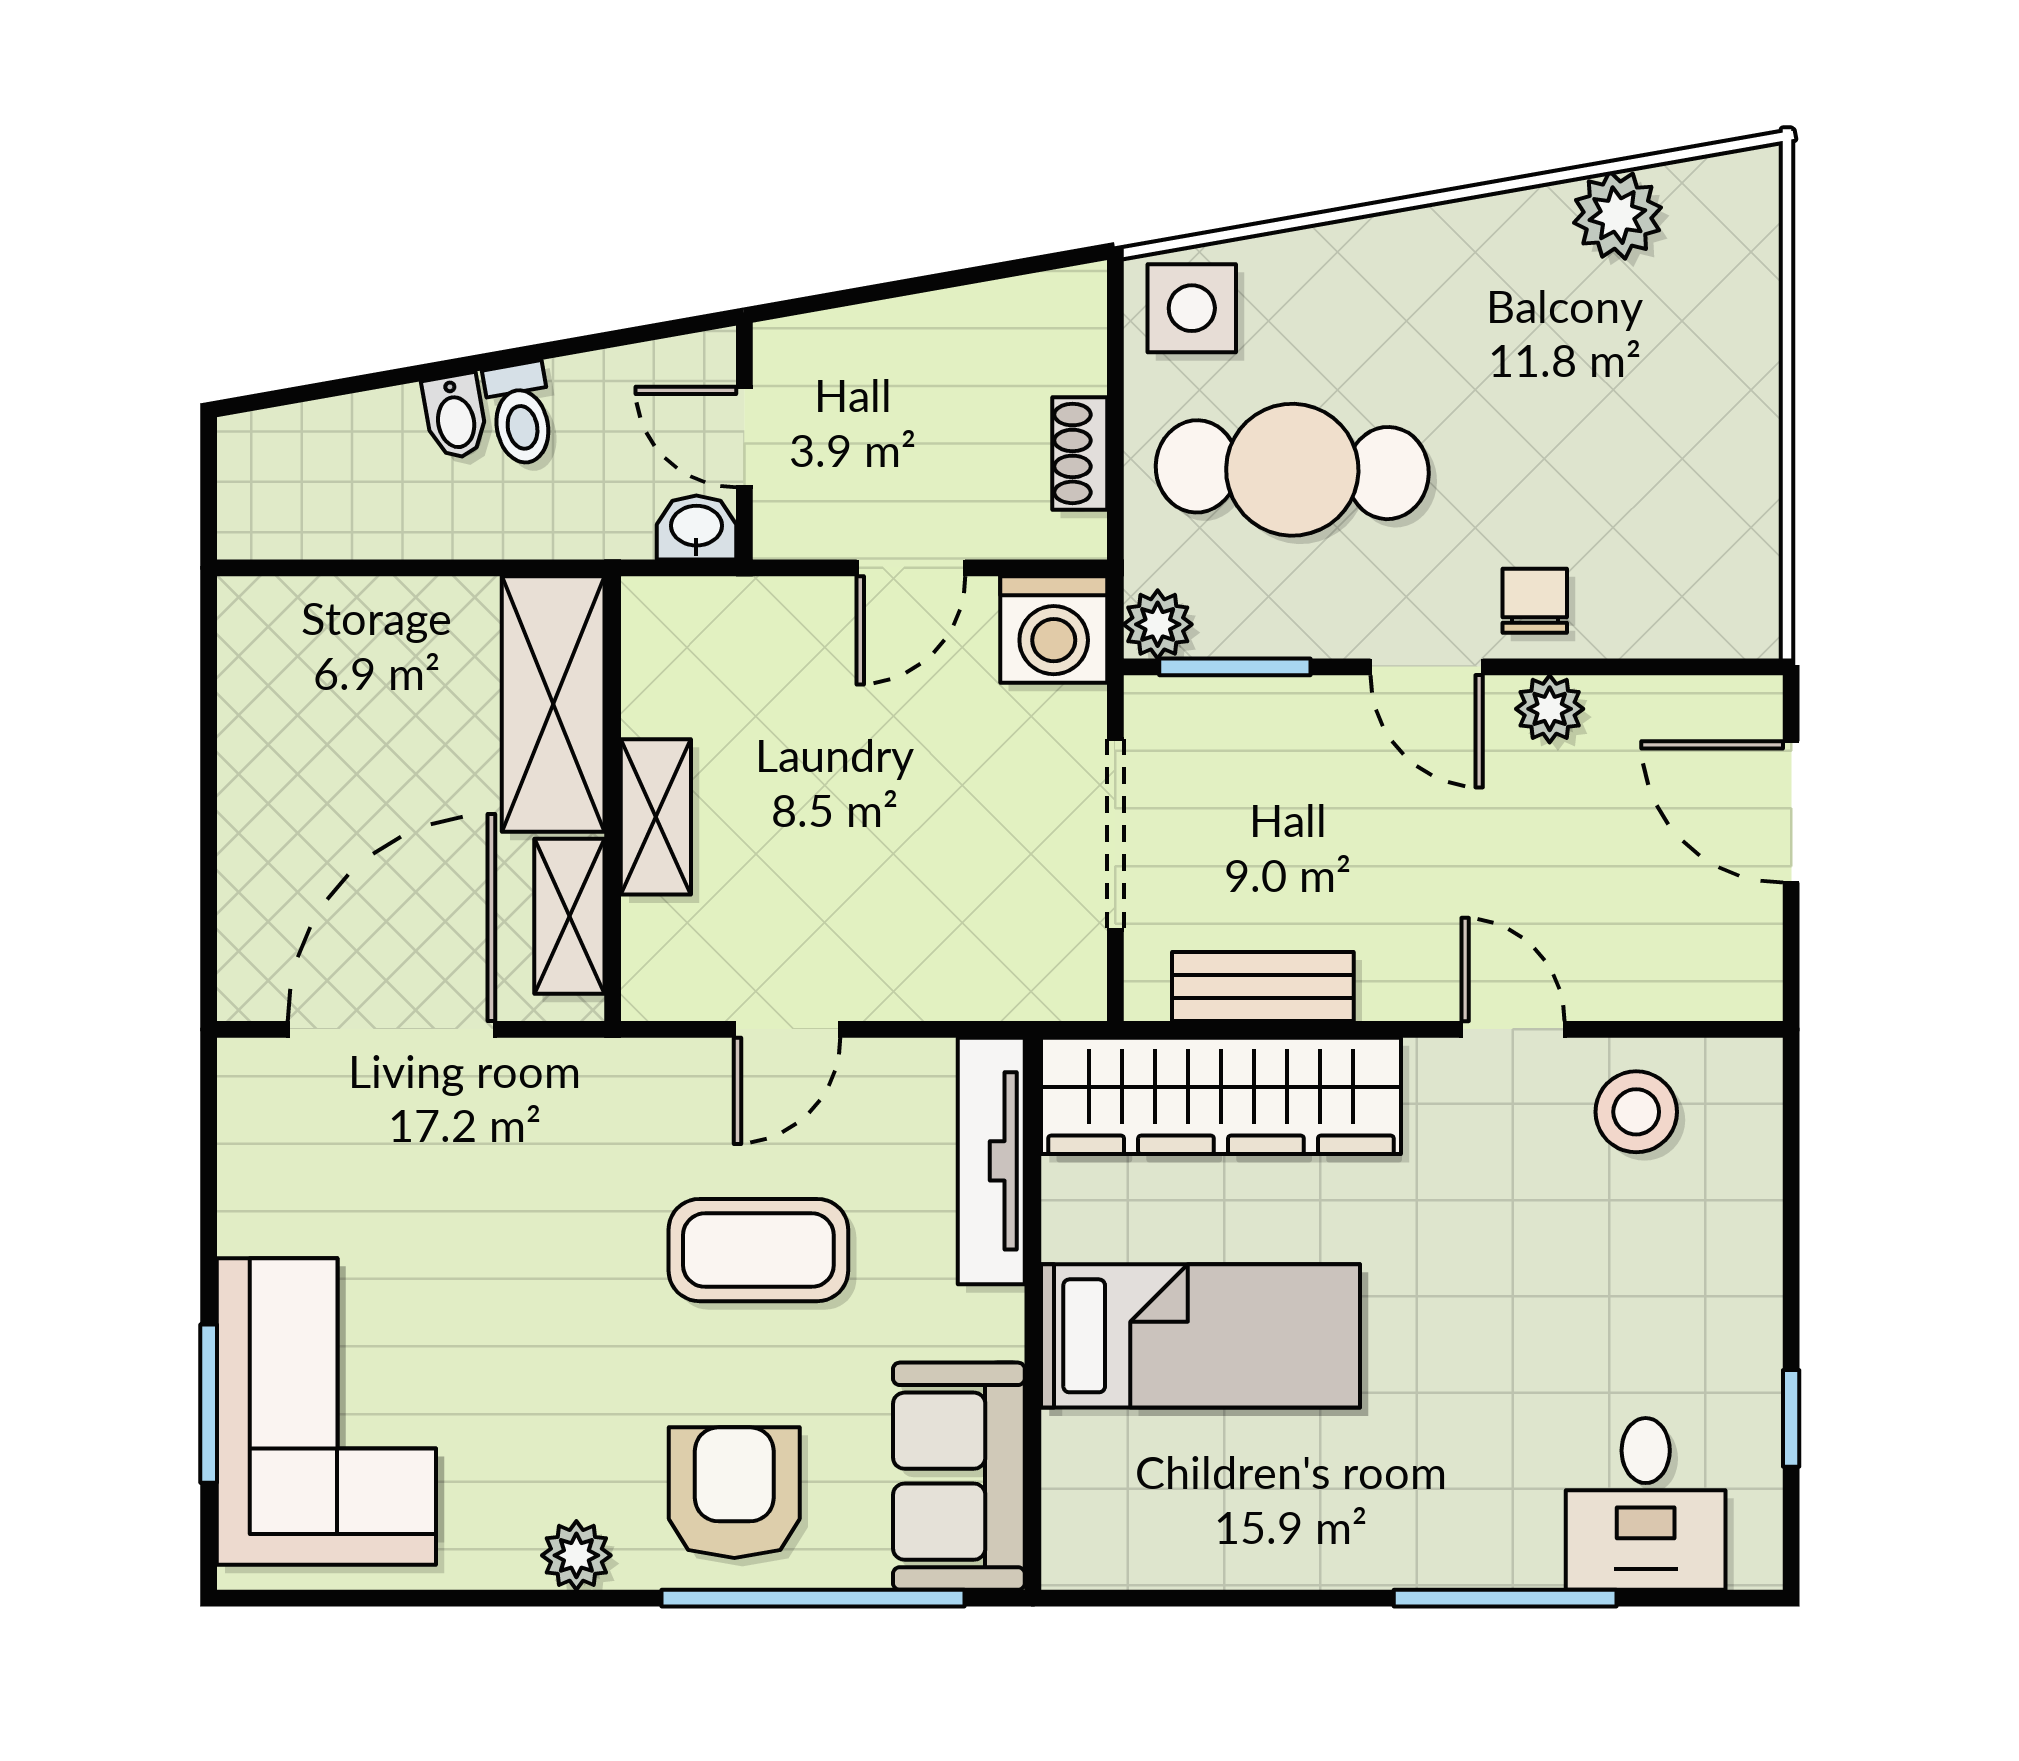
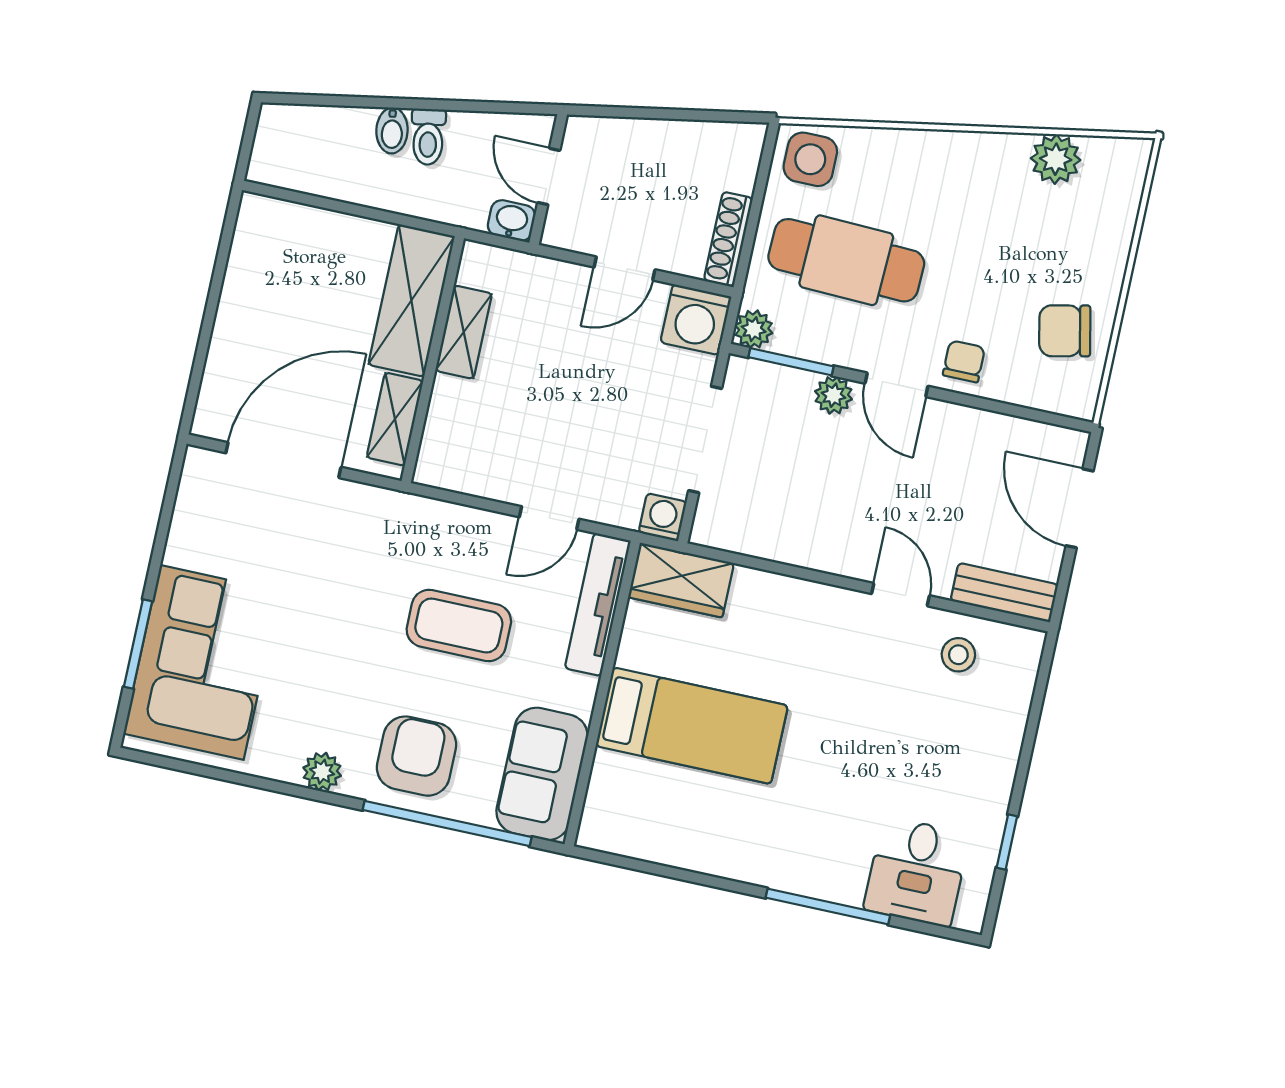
shoe rack: (1080, 453) -> (728, 239), width x1.43
chair: (1698, 510) -> (1065, 331), added
plant: (1550, 709) -> (834, 395), moved
shelving: (656, 817) -> (464, 332), moved
washing machine: (1071, 985) -> (663, 517), added
bench: (1263, 987) -> (1004, 593), moved
door: (787, 1029) -> (549, 518), moved
wardrobe: (1221, 1096) -> (681, 580), width x0.48, depth x0.85
stool: (1636, 1112) -> (958, 655), width x0.73, depth x0.73

